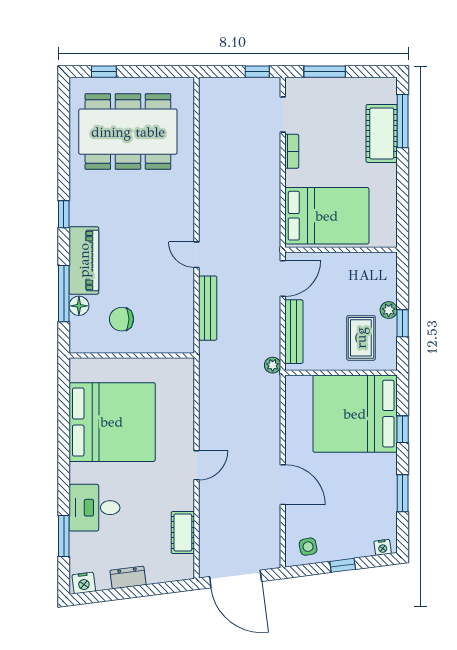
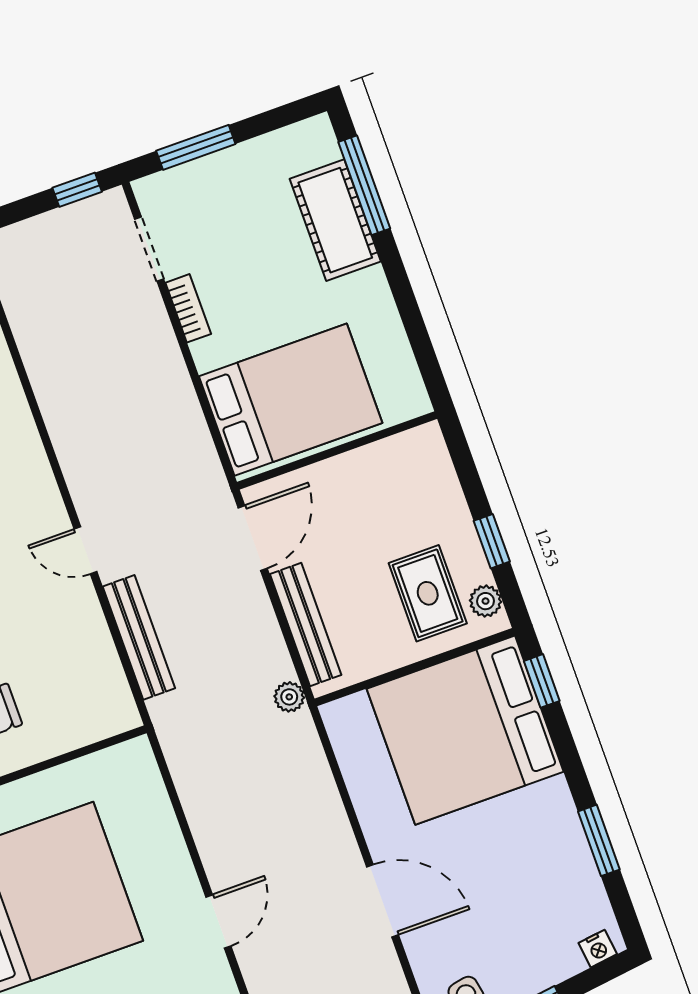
plant: (389, 310) -> (486, 601), moved
window: (403, 429) -> (542, 681), moved

